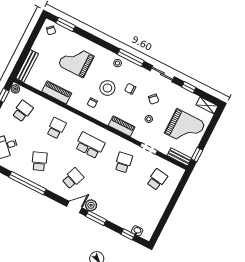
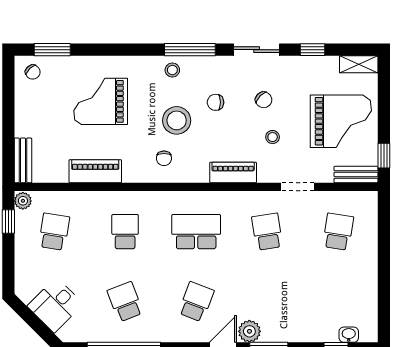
bench: (27, 66) -> (23, 160), width x0.73

